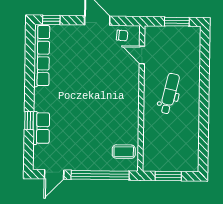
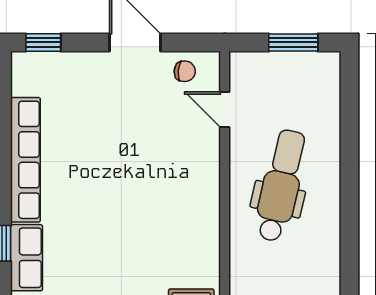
row of seats: (42, 56) -> (25, 160), moved
dental chair: (170, 94) -> (281, 186), width x1.36, depth x1.38

